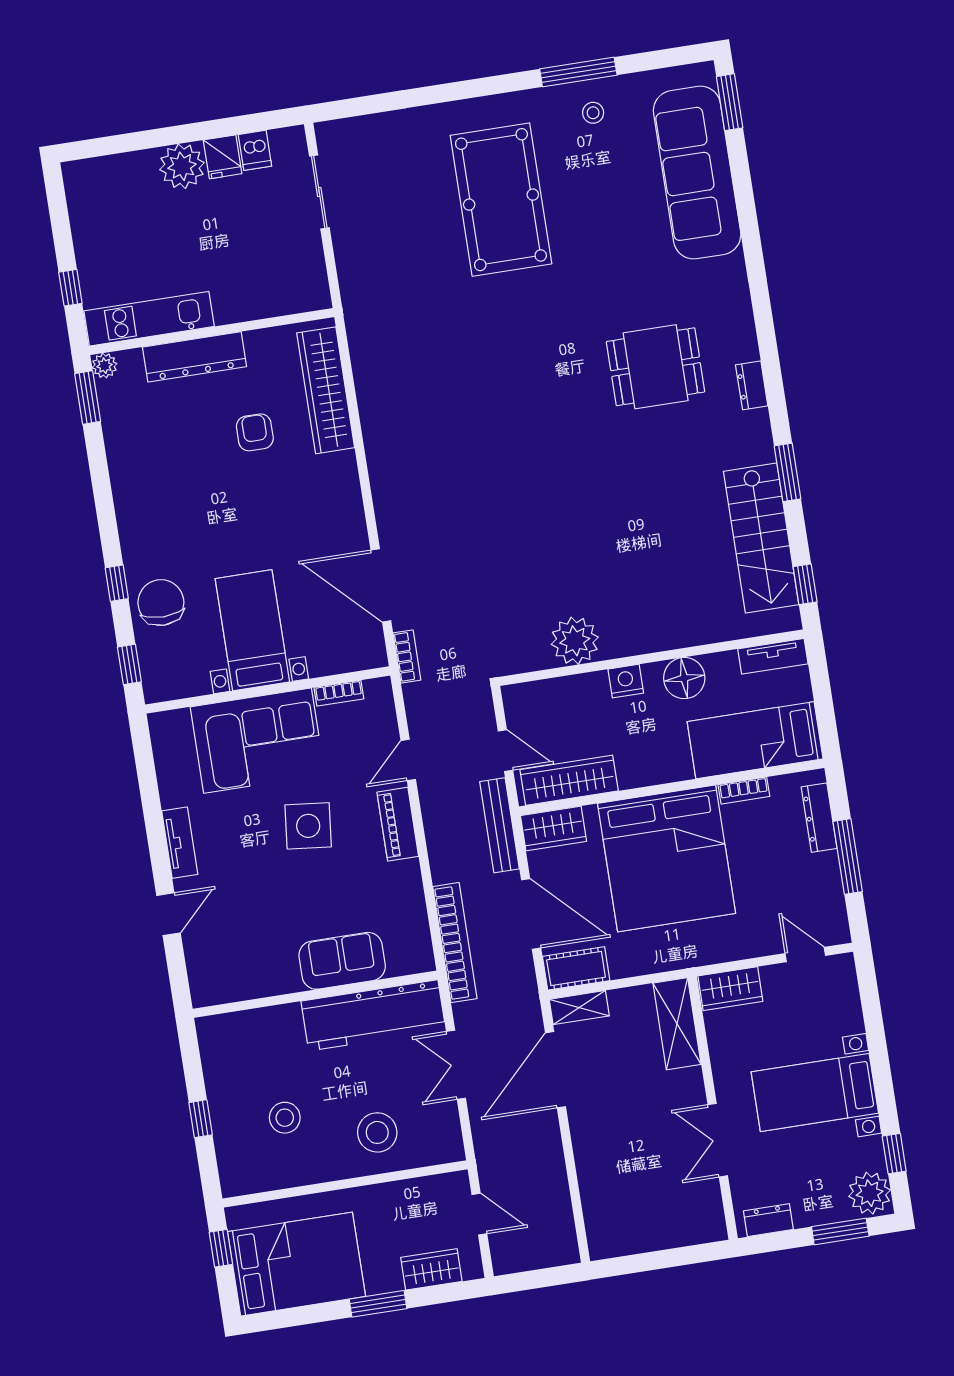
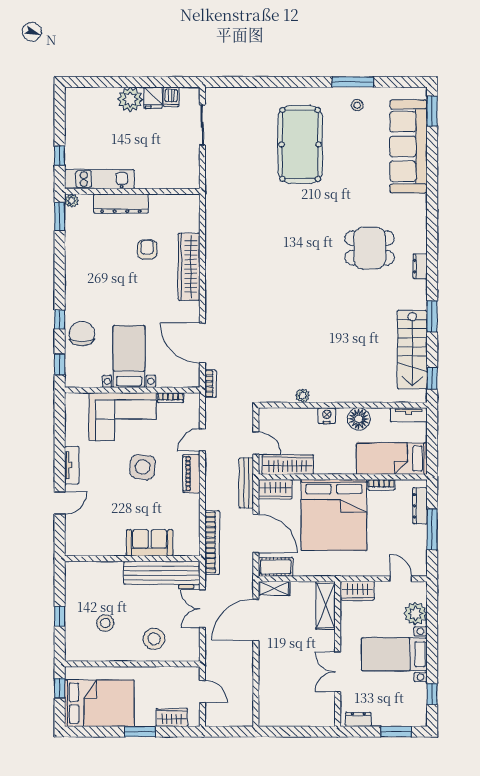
wardrobe: (326, 390) -> (189, 267), moved
plant: (575, 641) -> (303, 396), width x0.53, depth x0.53
plant: (870, 1193) -> (415, 614), moved

